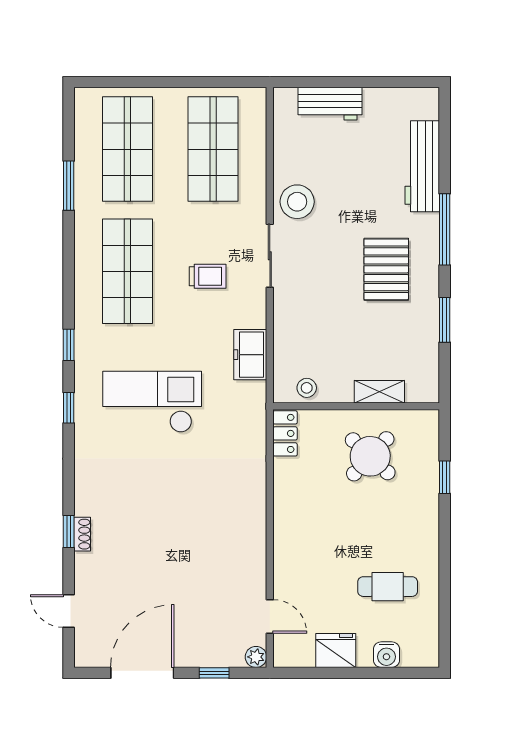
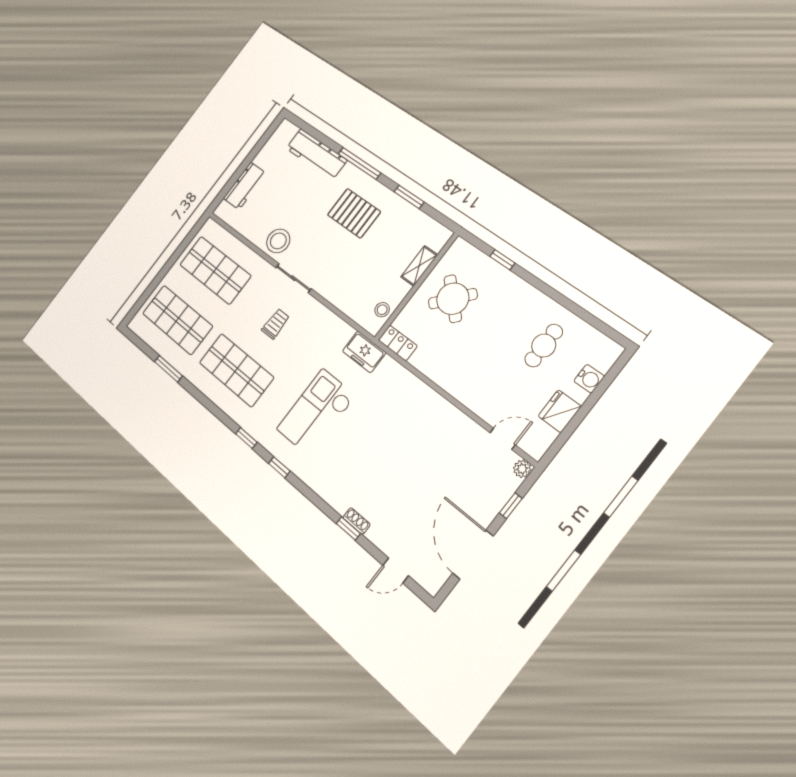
freezer: (250, 355) -> (364, 352), moved

